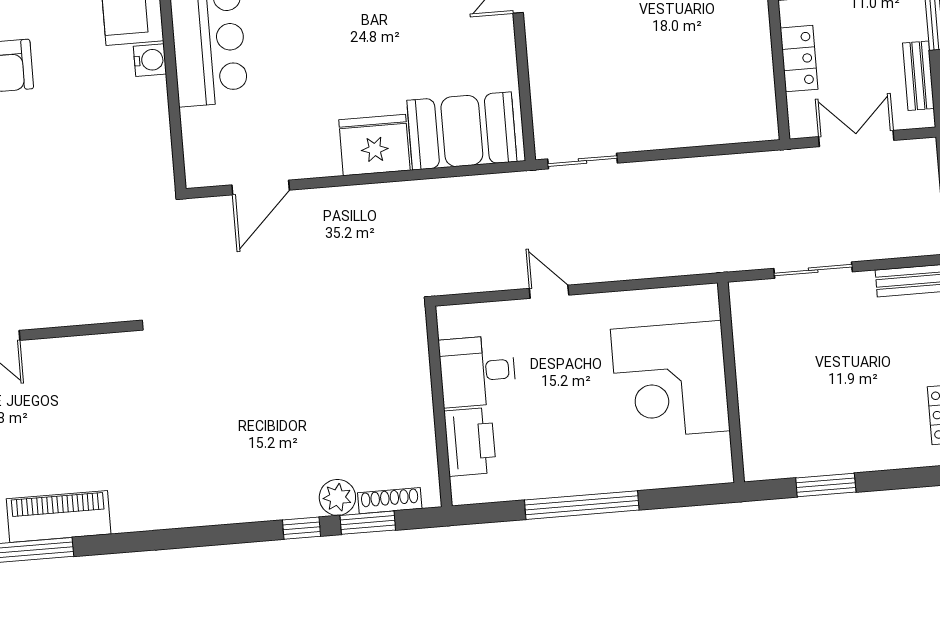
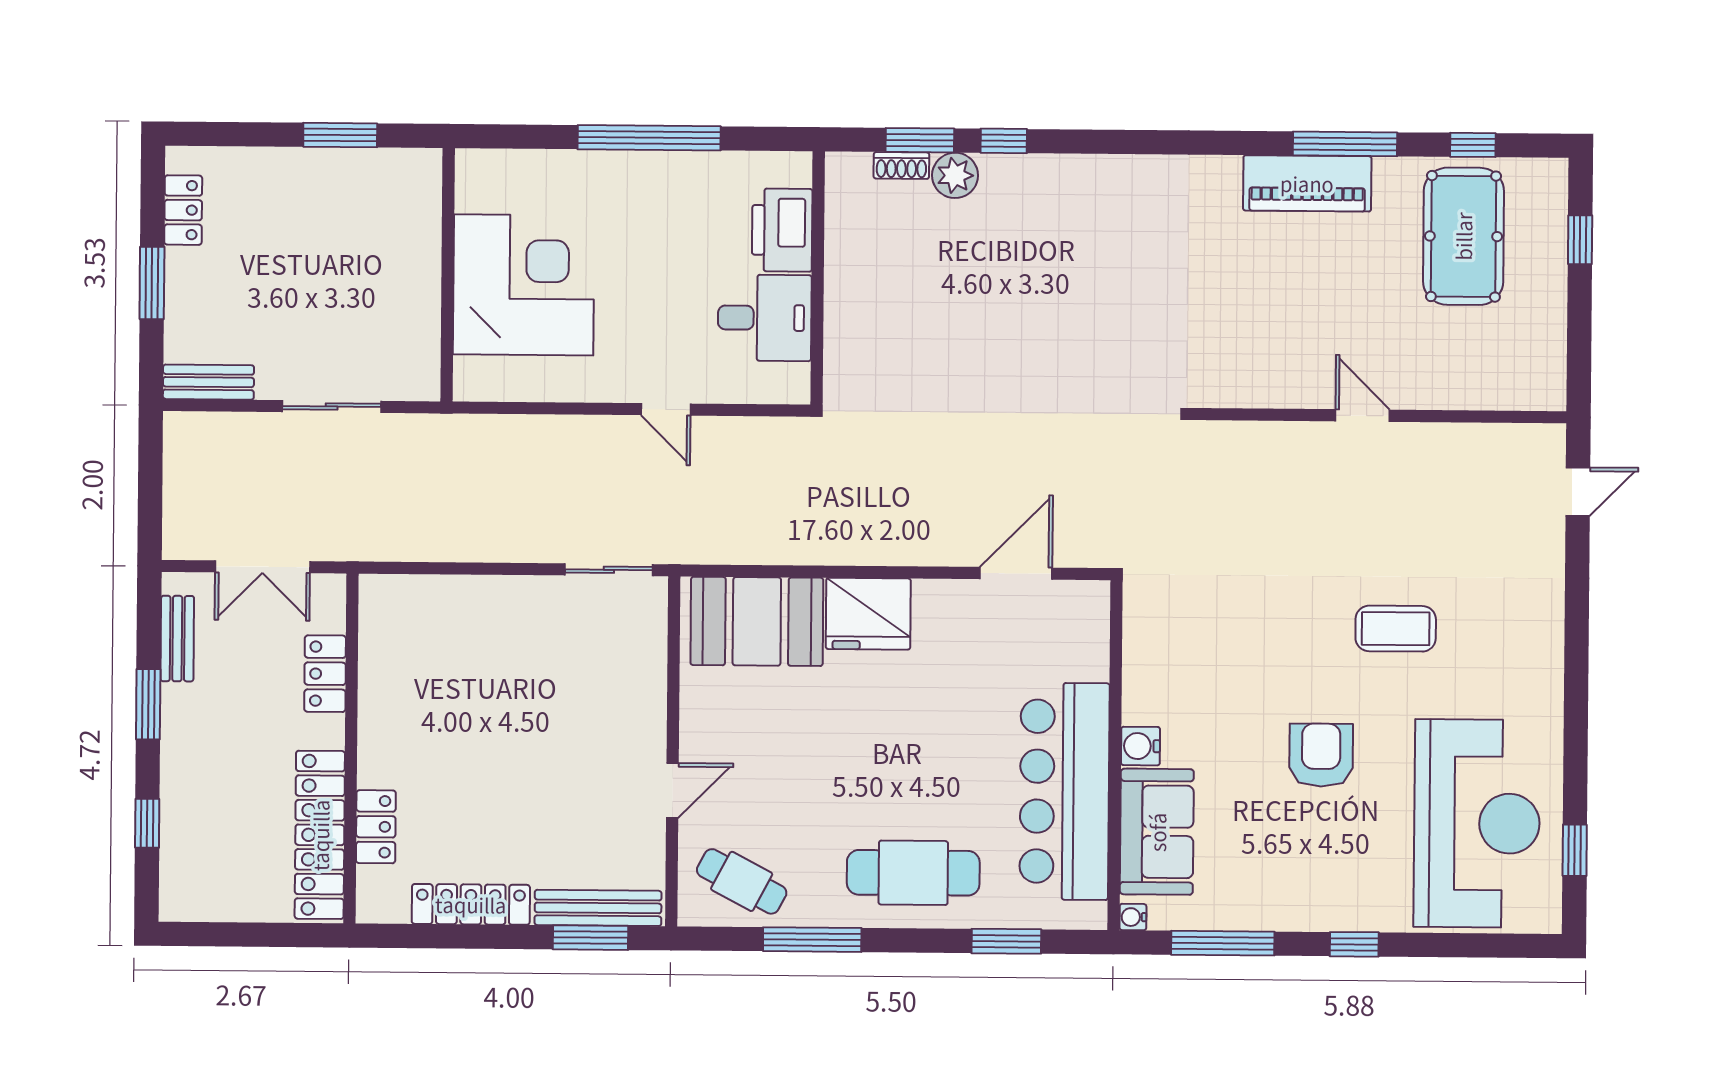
shoe rack: (390, 501) -> (901, 165), width x0.70

